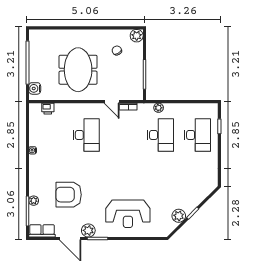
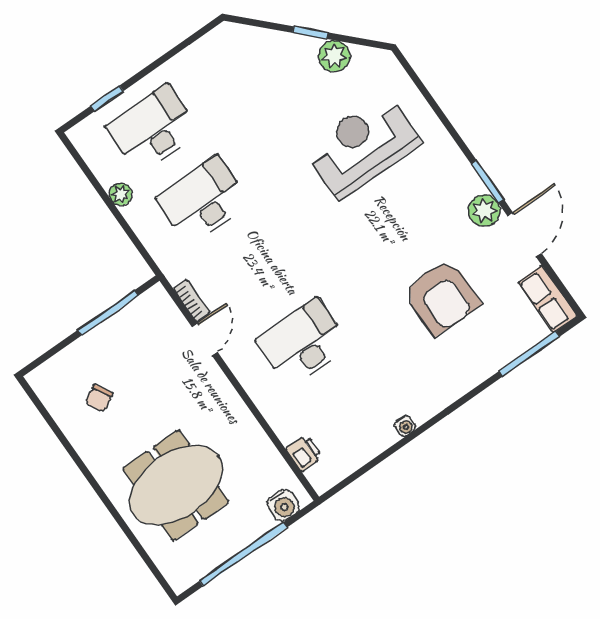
plant: (137, 36) -> (44, 380), removed
meeting table: (78, 70) -> (176, 485), moved
plant: (159, 108) -> (121, 194), moved
plant: (34, 201) -> (501, 356), removed
reception desk: (128, 214) -> (362, 146), moved, turned -90

